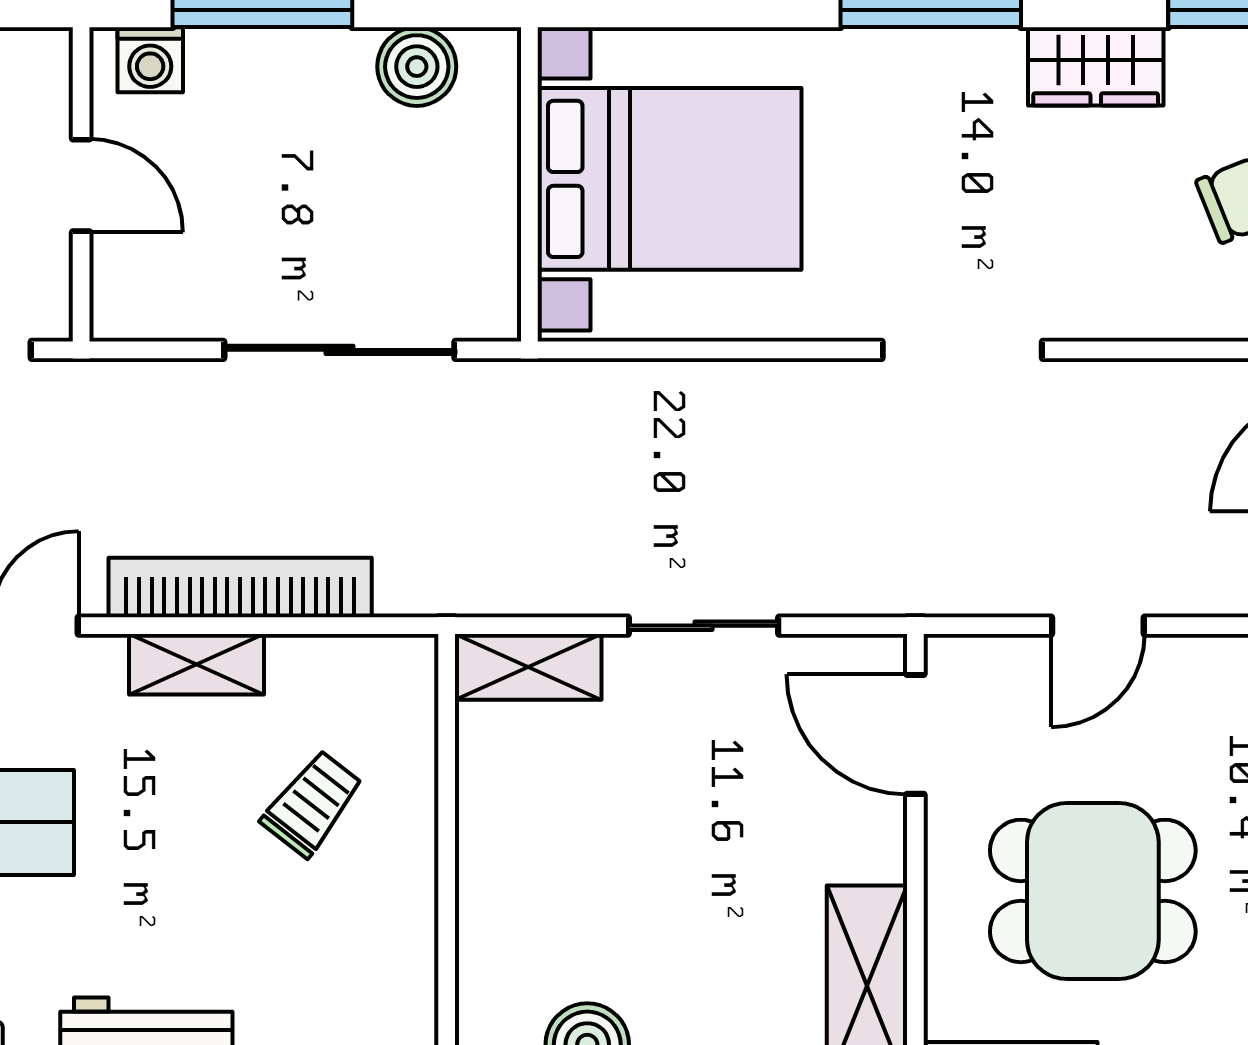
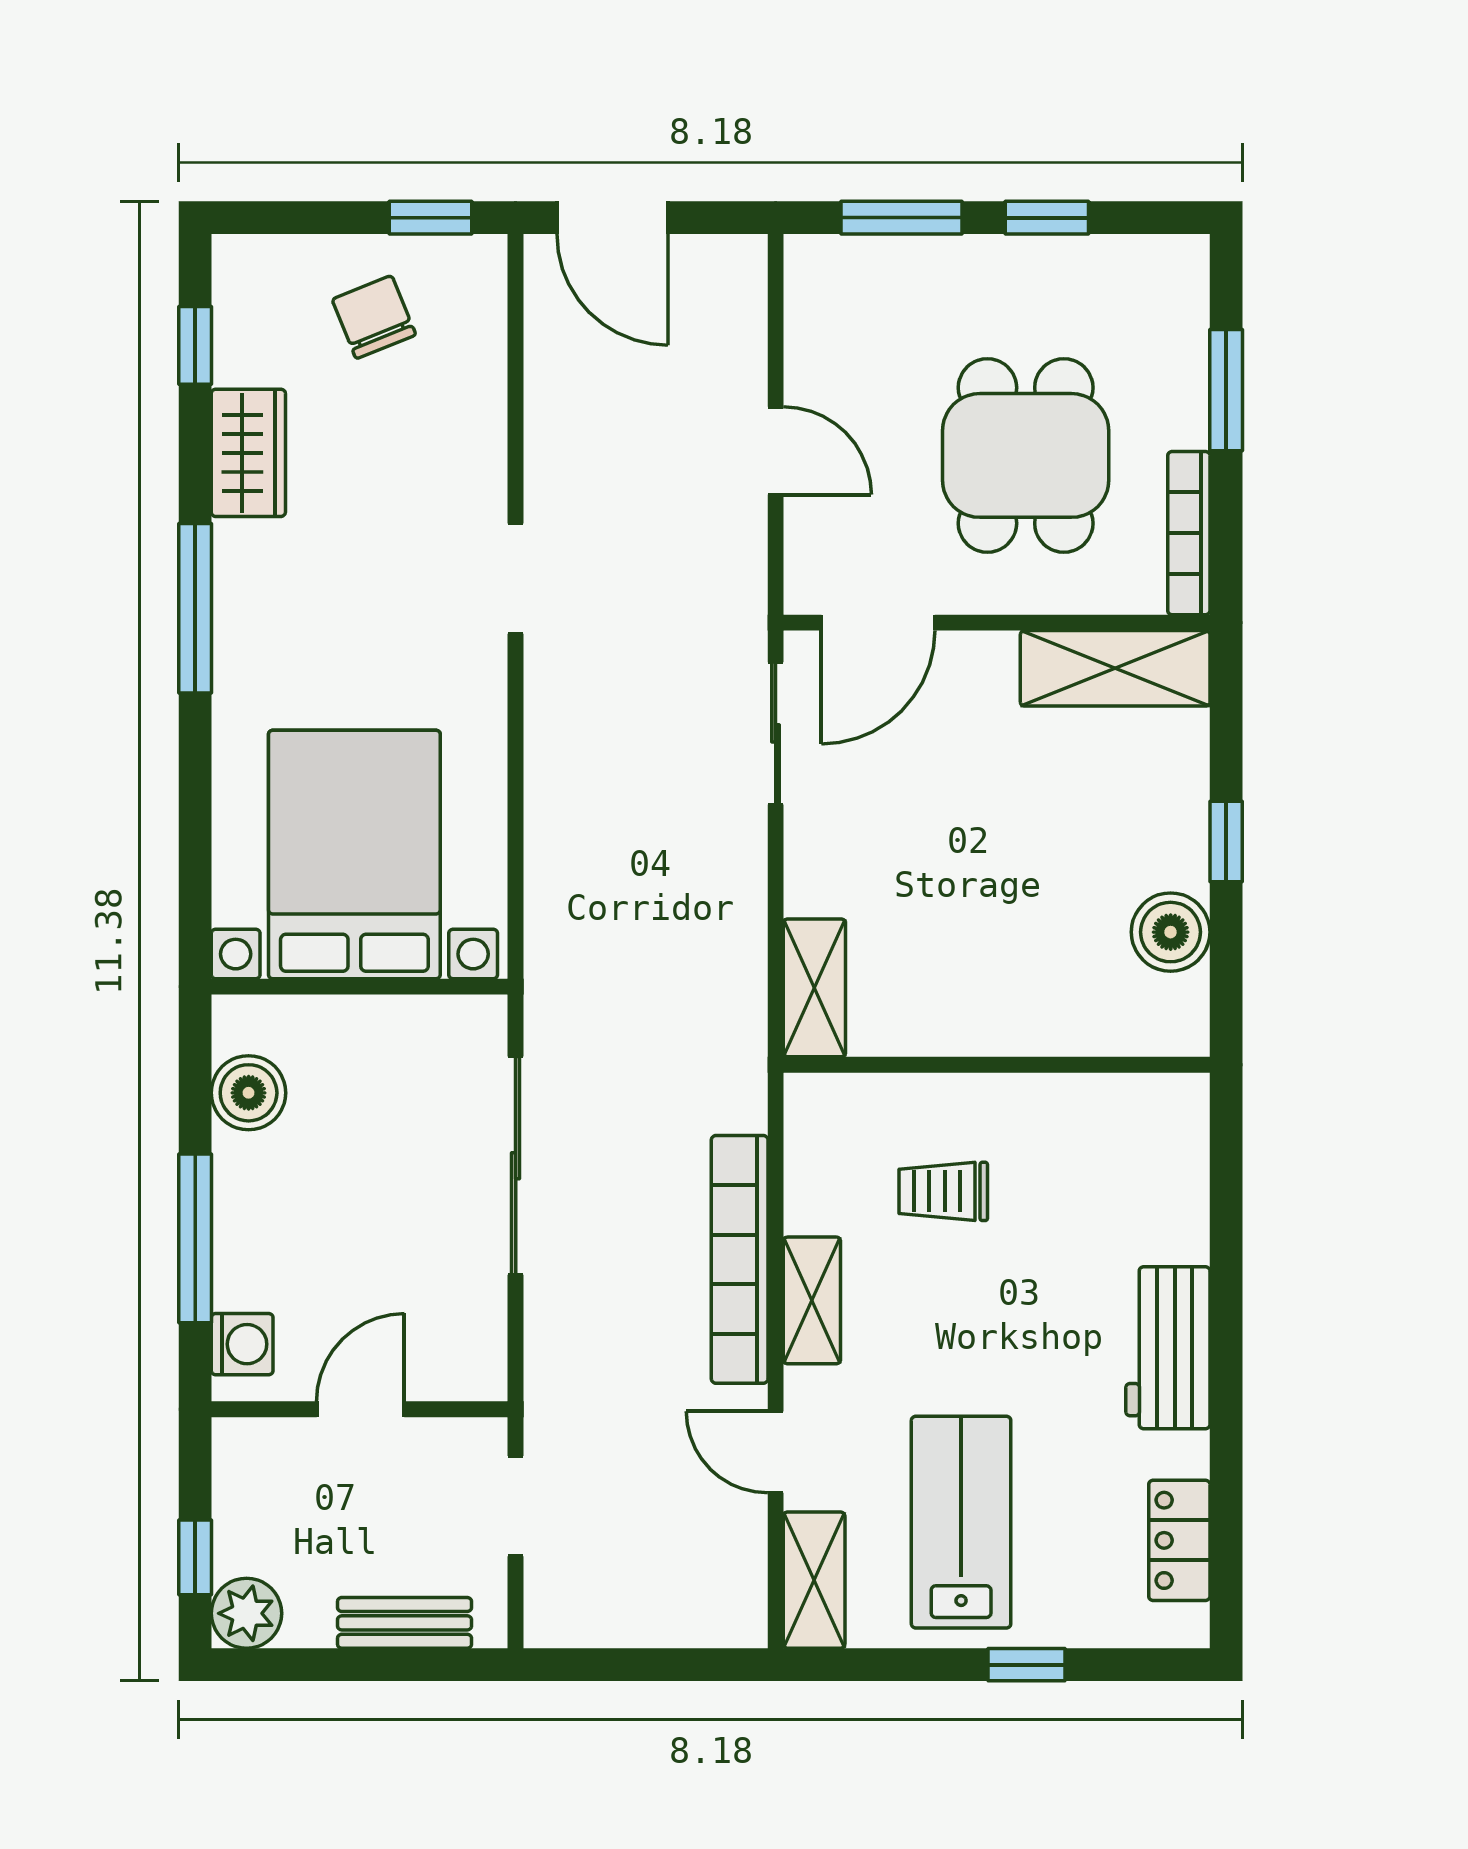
doorway: (962, 350) -> (516, 579), width x0.73
sliding door: (704, 626) -> (776, 733), moved
trolley: (312, 803) -> (943, 1191), turned -38

